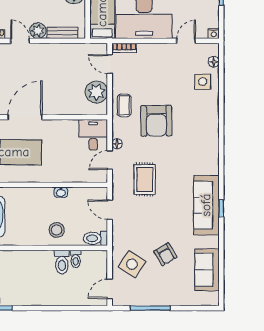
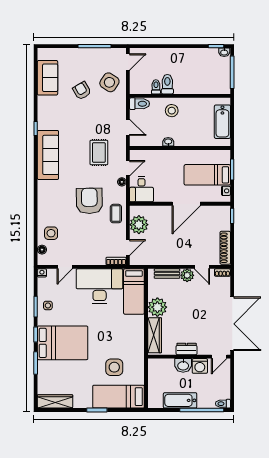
door: (110, 64) -> (128, 248), hinge flipped
door: (25, 117) -> (186, 204), moved
sofa: (206, 205) -> (48, 155), moved

